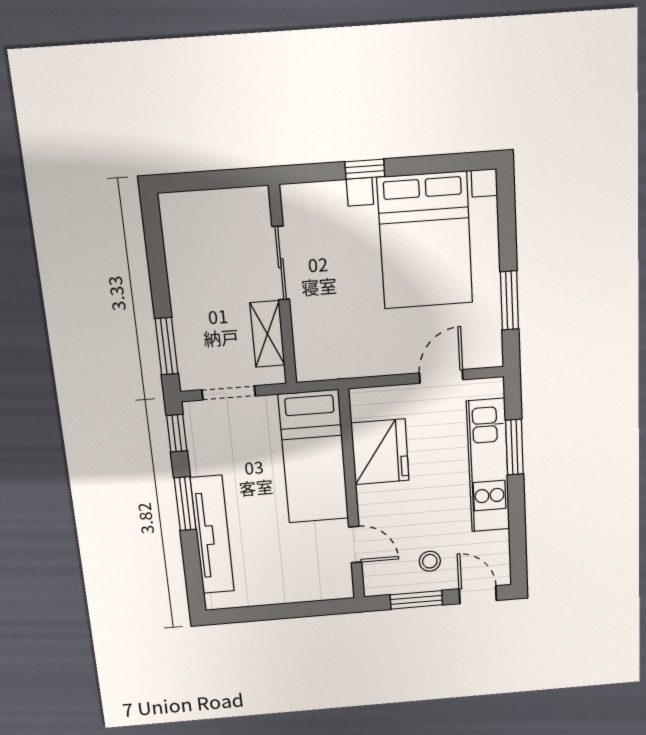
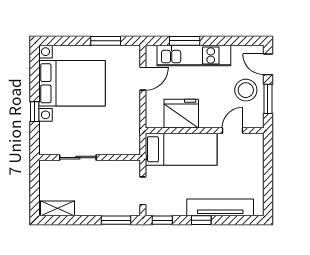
shelving: (267, 334) -> (57, 208), moved
door: (441, 376) -> (143, 79), swing flipped
window: (185, 504) -> (201, 220), width x0.67
stool: (430, 561) -> (246, 90), width x1.89, depth x1.89
door: (478, 595) -> (268, 64), hinge flipped

